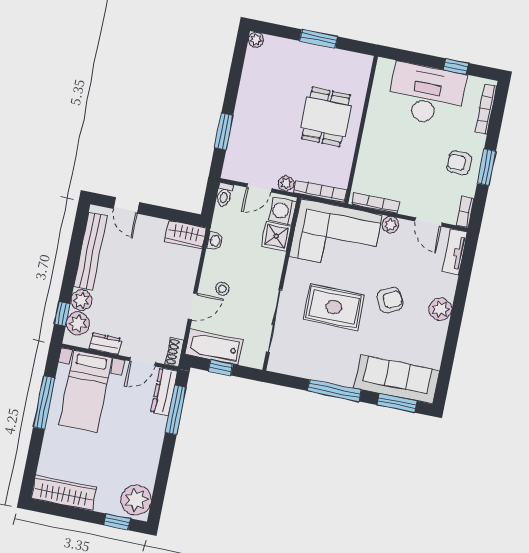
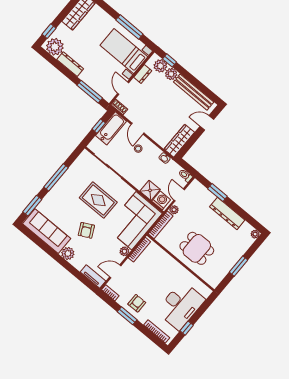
dresser: (248, 100) -> (227, 213), added
wardrobe: (186, 235) -> (179, 141), width x1.50
rug: (334, 307) -> (98, 200), turned 90
sofa: (397, 379) -> (47, 231), moved, turned -90
dresser: (164, 392) -> (70, 64), moved

